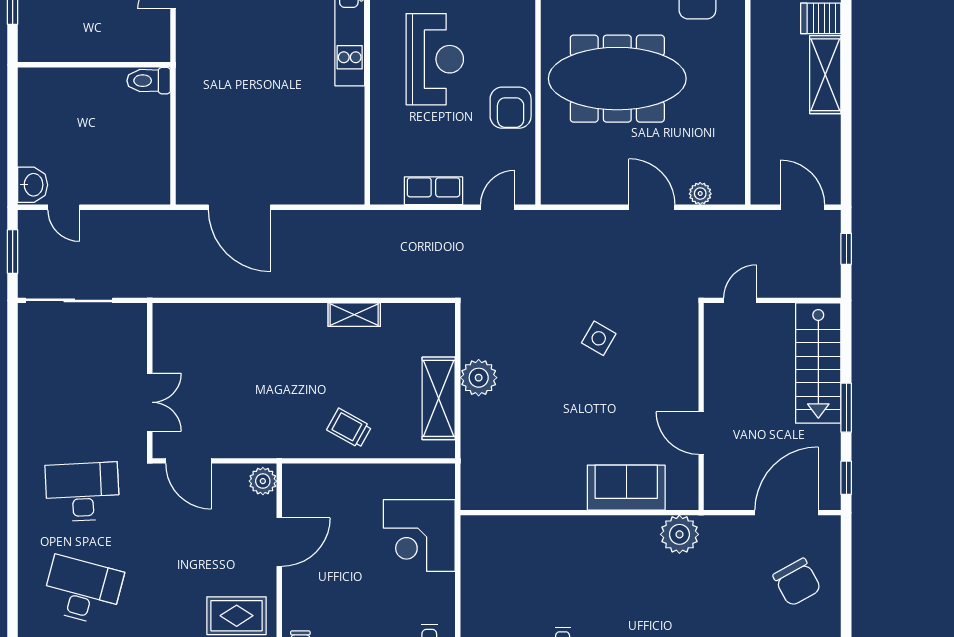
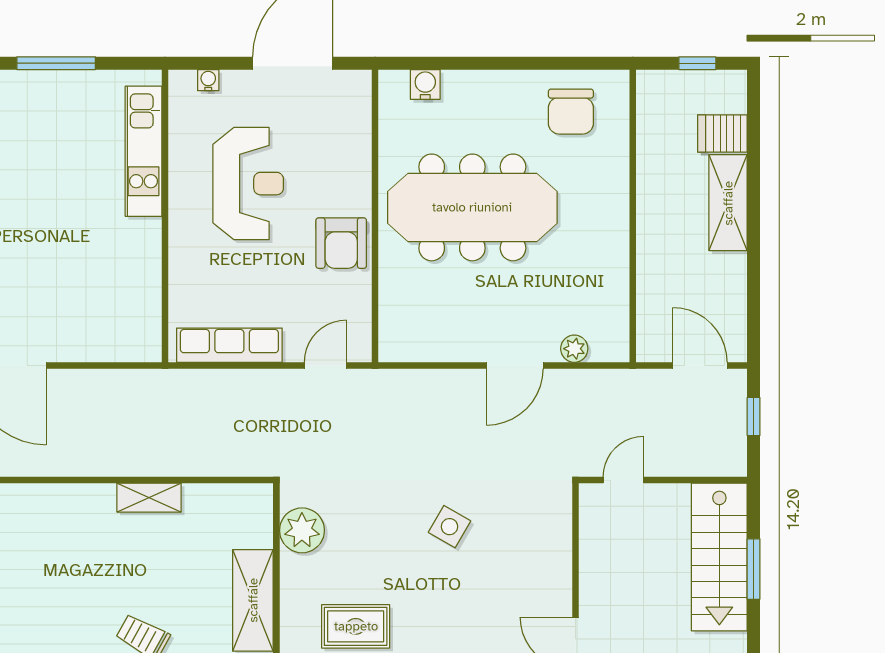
row of seats: (433, 191) -> (229, 345), width x1.48
door: (652, 207) -> (515, 365), swing flipped
plant: (479, 378) -> (302, 530), moved
window: (846, 408) -> (754, 569), moved
rug: (522, 420) -> (356, 626), added

